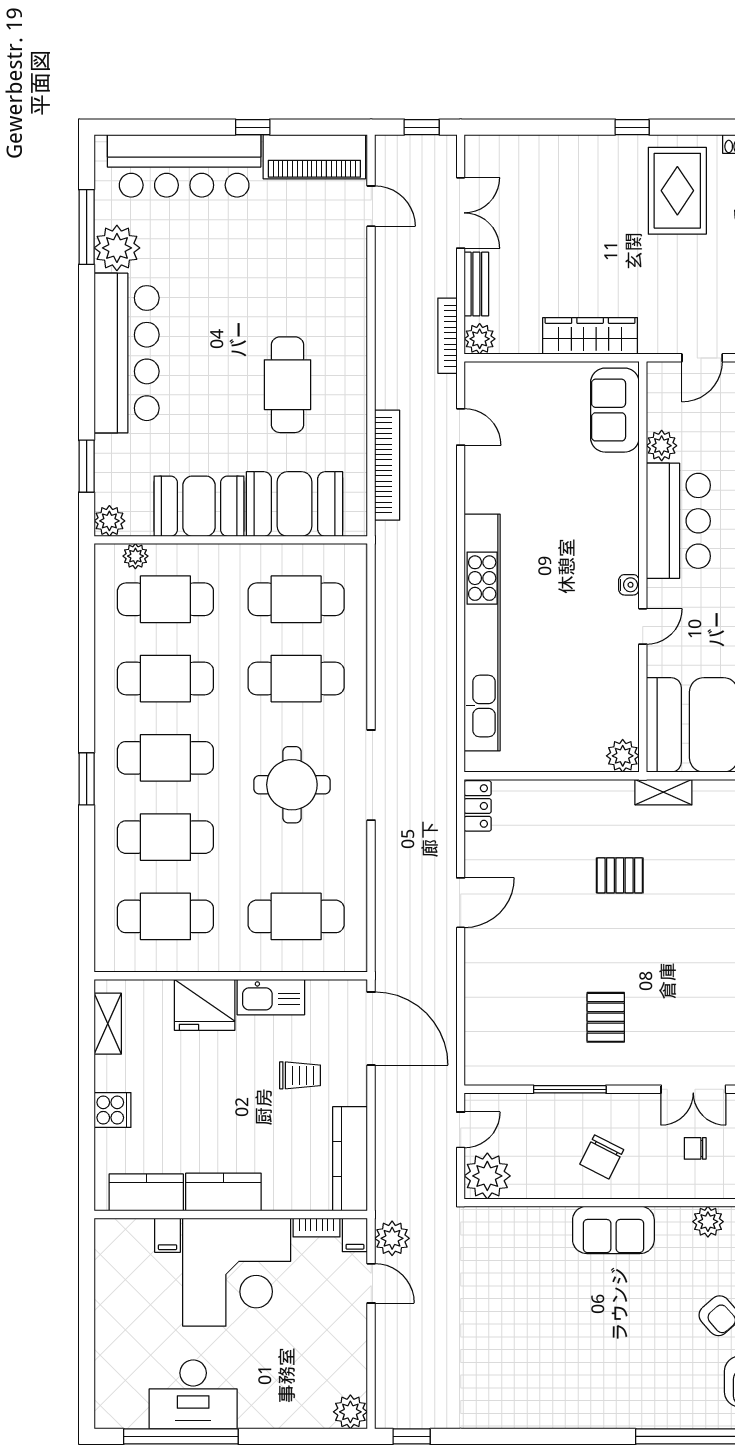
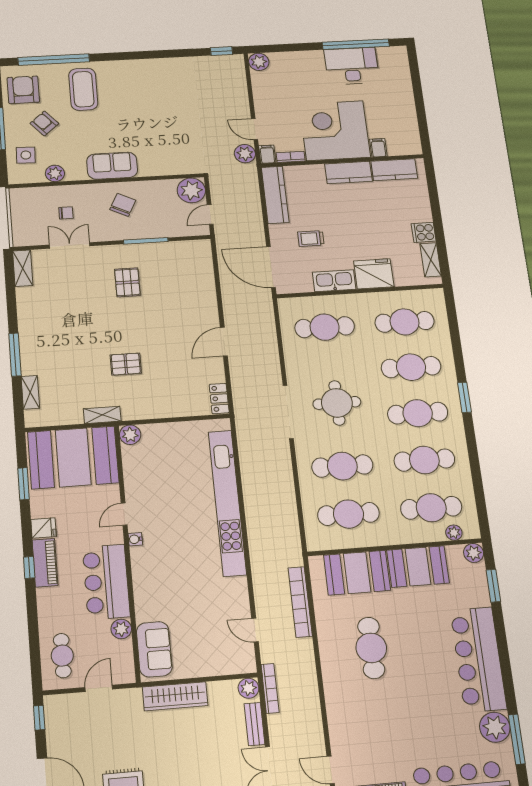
cooker: (112, 1110) -> (424, 232), moved
coffee table: (650, 1377) -> (83, 89), added

